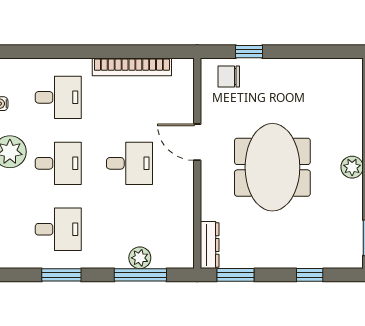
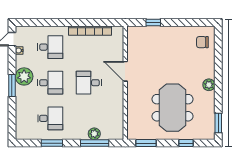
chair: (229, 76) -> (202, 42), moved
desk: (130, 163) -> (89, 83), turned 180
meeting table: (272, 167) -> (173, 108), moved
dresser: (210, 245) -> (132, 127), removed

